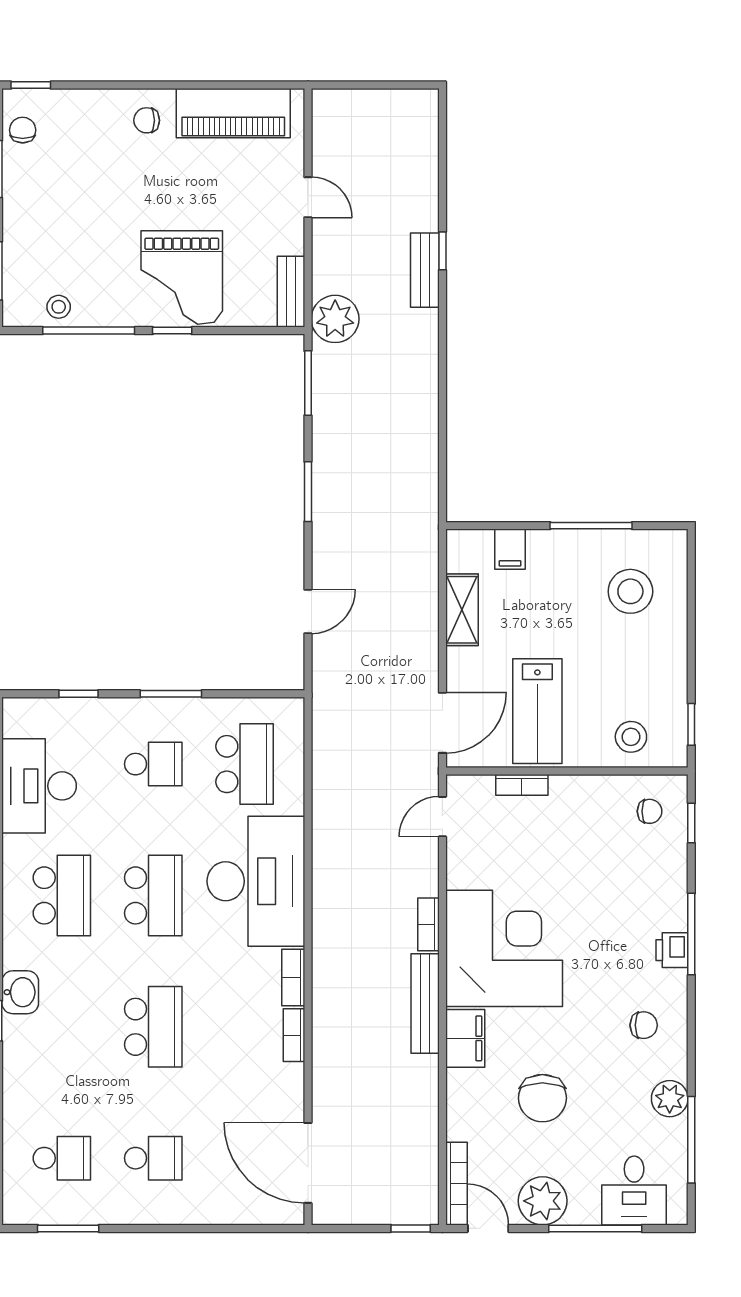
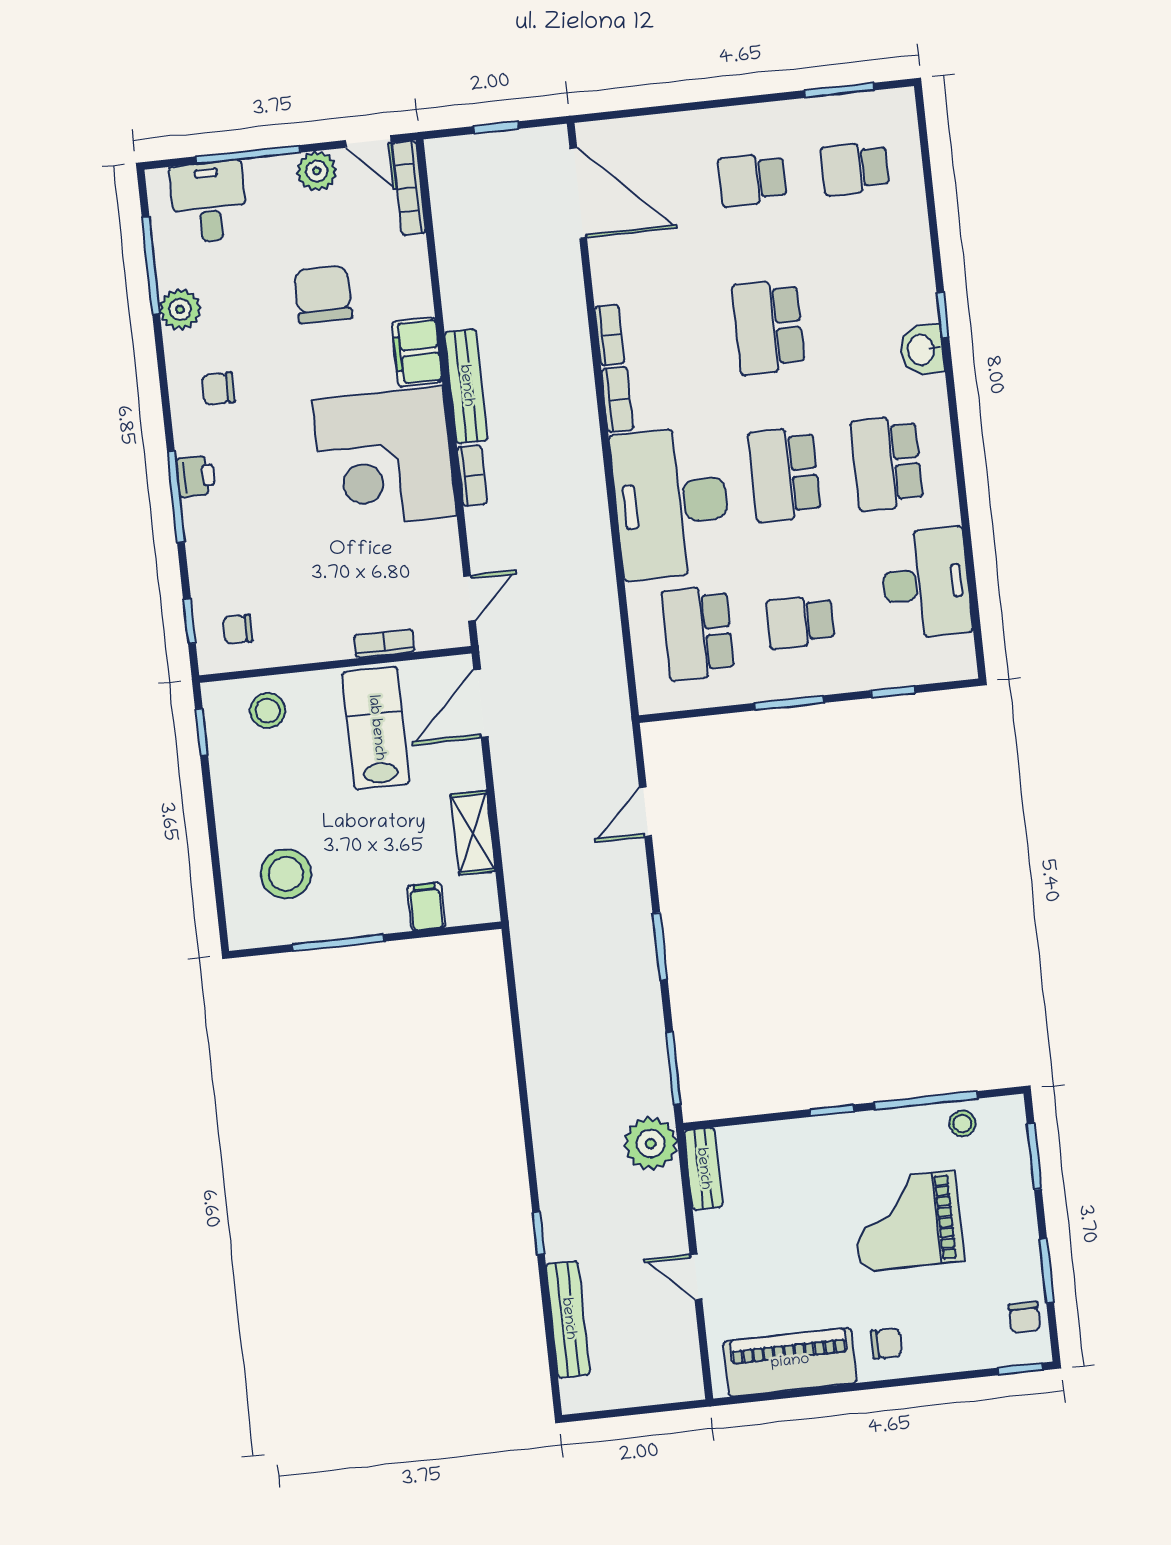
bench: (425, 270) -> (568, 1319), moved, width x1.36
grand piano: (182, 277) -> (907, 1221), moved, turned -90
plant: (543, 1201) -> (317, 171), width x0.73, depth x0.73
window: (411, 1228) -> (496, 128), moved

